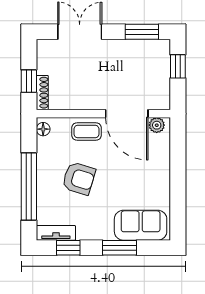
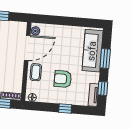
armchair: (79, 178) -> (63, 79), turned -107
window: (29, 187) -> (65, 108), width x0.32
sofa: (141, 225) -> (93, 51), width x1.36

